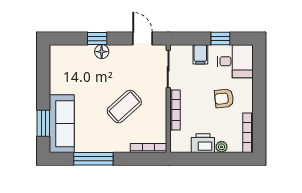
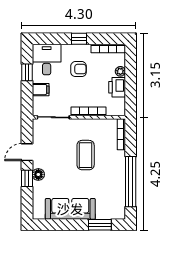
door: (142, 38) -> (27, 152), moved
armchair: (224, 98) -> (79, 69), turned -84
window: (259, 99) -> (79, 39), added
coffee table: (124, 107) -> (86, 155), turned 42
sofa: (62, 124) -> (70, 209), moved
window: (93, 159) -> (131, 182), width x1.46

